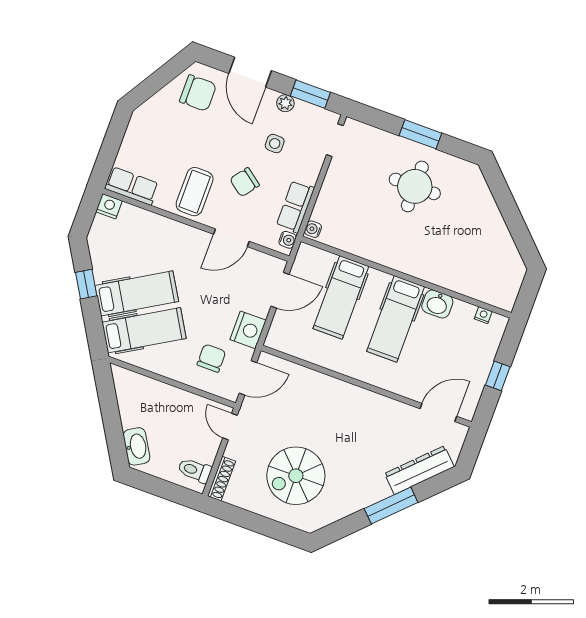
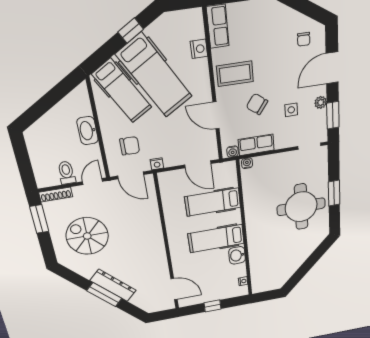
chair: (198, 93) -> (304, 39), width x0.54, depth x0.54
round table: (415, 186) -> (301, 207), width x1.36, depth x1.36
nightstand: (109, 206) -> (199, 49), moved
hospital bed: (137, 293) -> (154, 76), width x1.37, depth x1.29
nightstand: (248, 330) -> (157, 164), width x0.53, depth x0.56
washbasin: (137, 446) -> (88, 131), moved, turned 121
toilet: (195, 470) -> (66, 173), moved
dresser: (419, 470) -> (113, 285), moved
window: (241, 517) -> (39, 219), added

